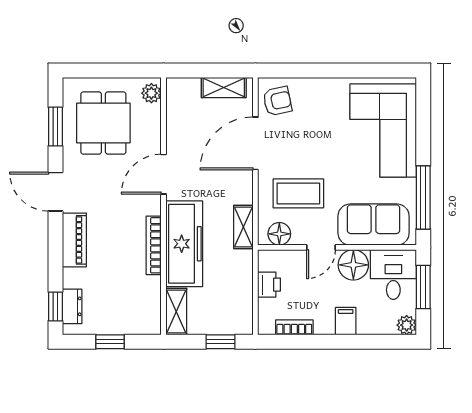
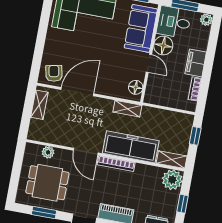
plant: (151, 93) -> (48, 152), moved
door: (255, 143) -> (77, 92), swing flipped
coffee table: (298, 193) -> (113, 71), removed
bookcase: (154, 245) -> (116, 164), moved
printer: (269, 285) -> (166, 99), removed
plant: (145, 318) -> (172, 180), added
filing cabinet: (346, 321) -> (196, 63), width x2.00

